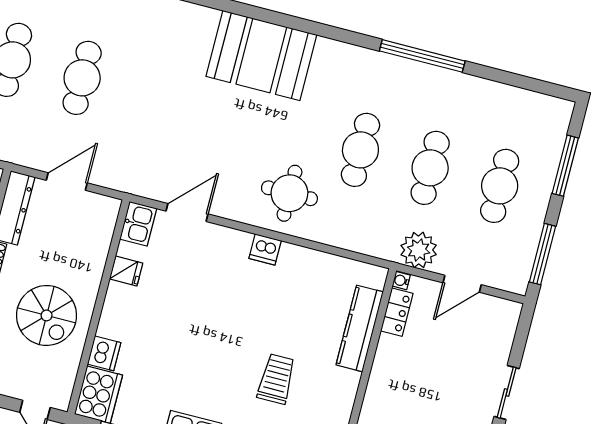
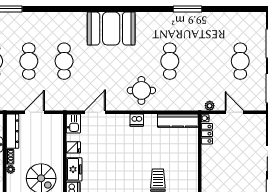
window: (422, 56) -> (188, 9), width x0.68
cafe table: (430, 168) -> (64, 61), moved
plant: (419, 250) -> (210, 106), width x0.53, depth x0.53
door: (462, 284) -> (234, 112), swing flipped
freezer: (116, 315) -> (74, 169), added
kitchen counter: (360, 328) -> (178, 121), moved, turned -90

